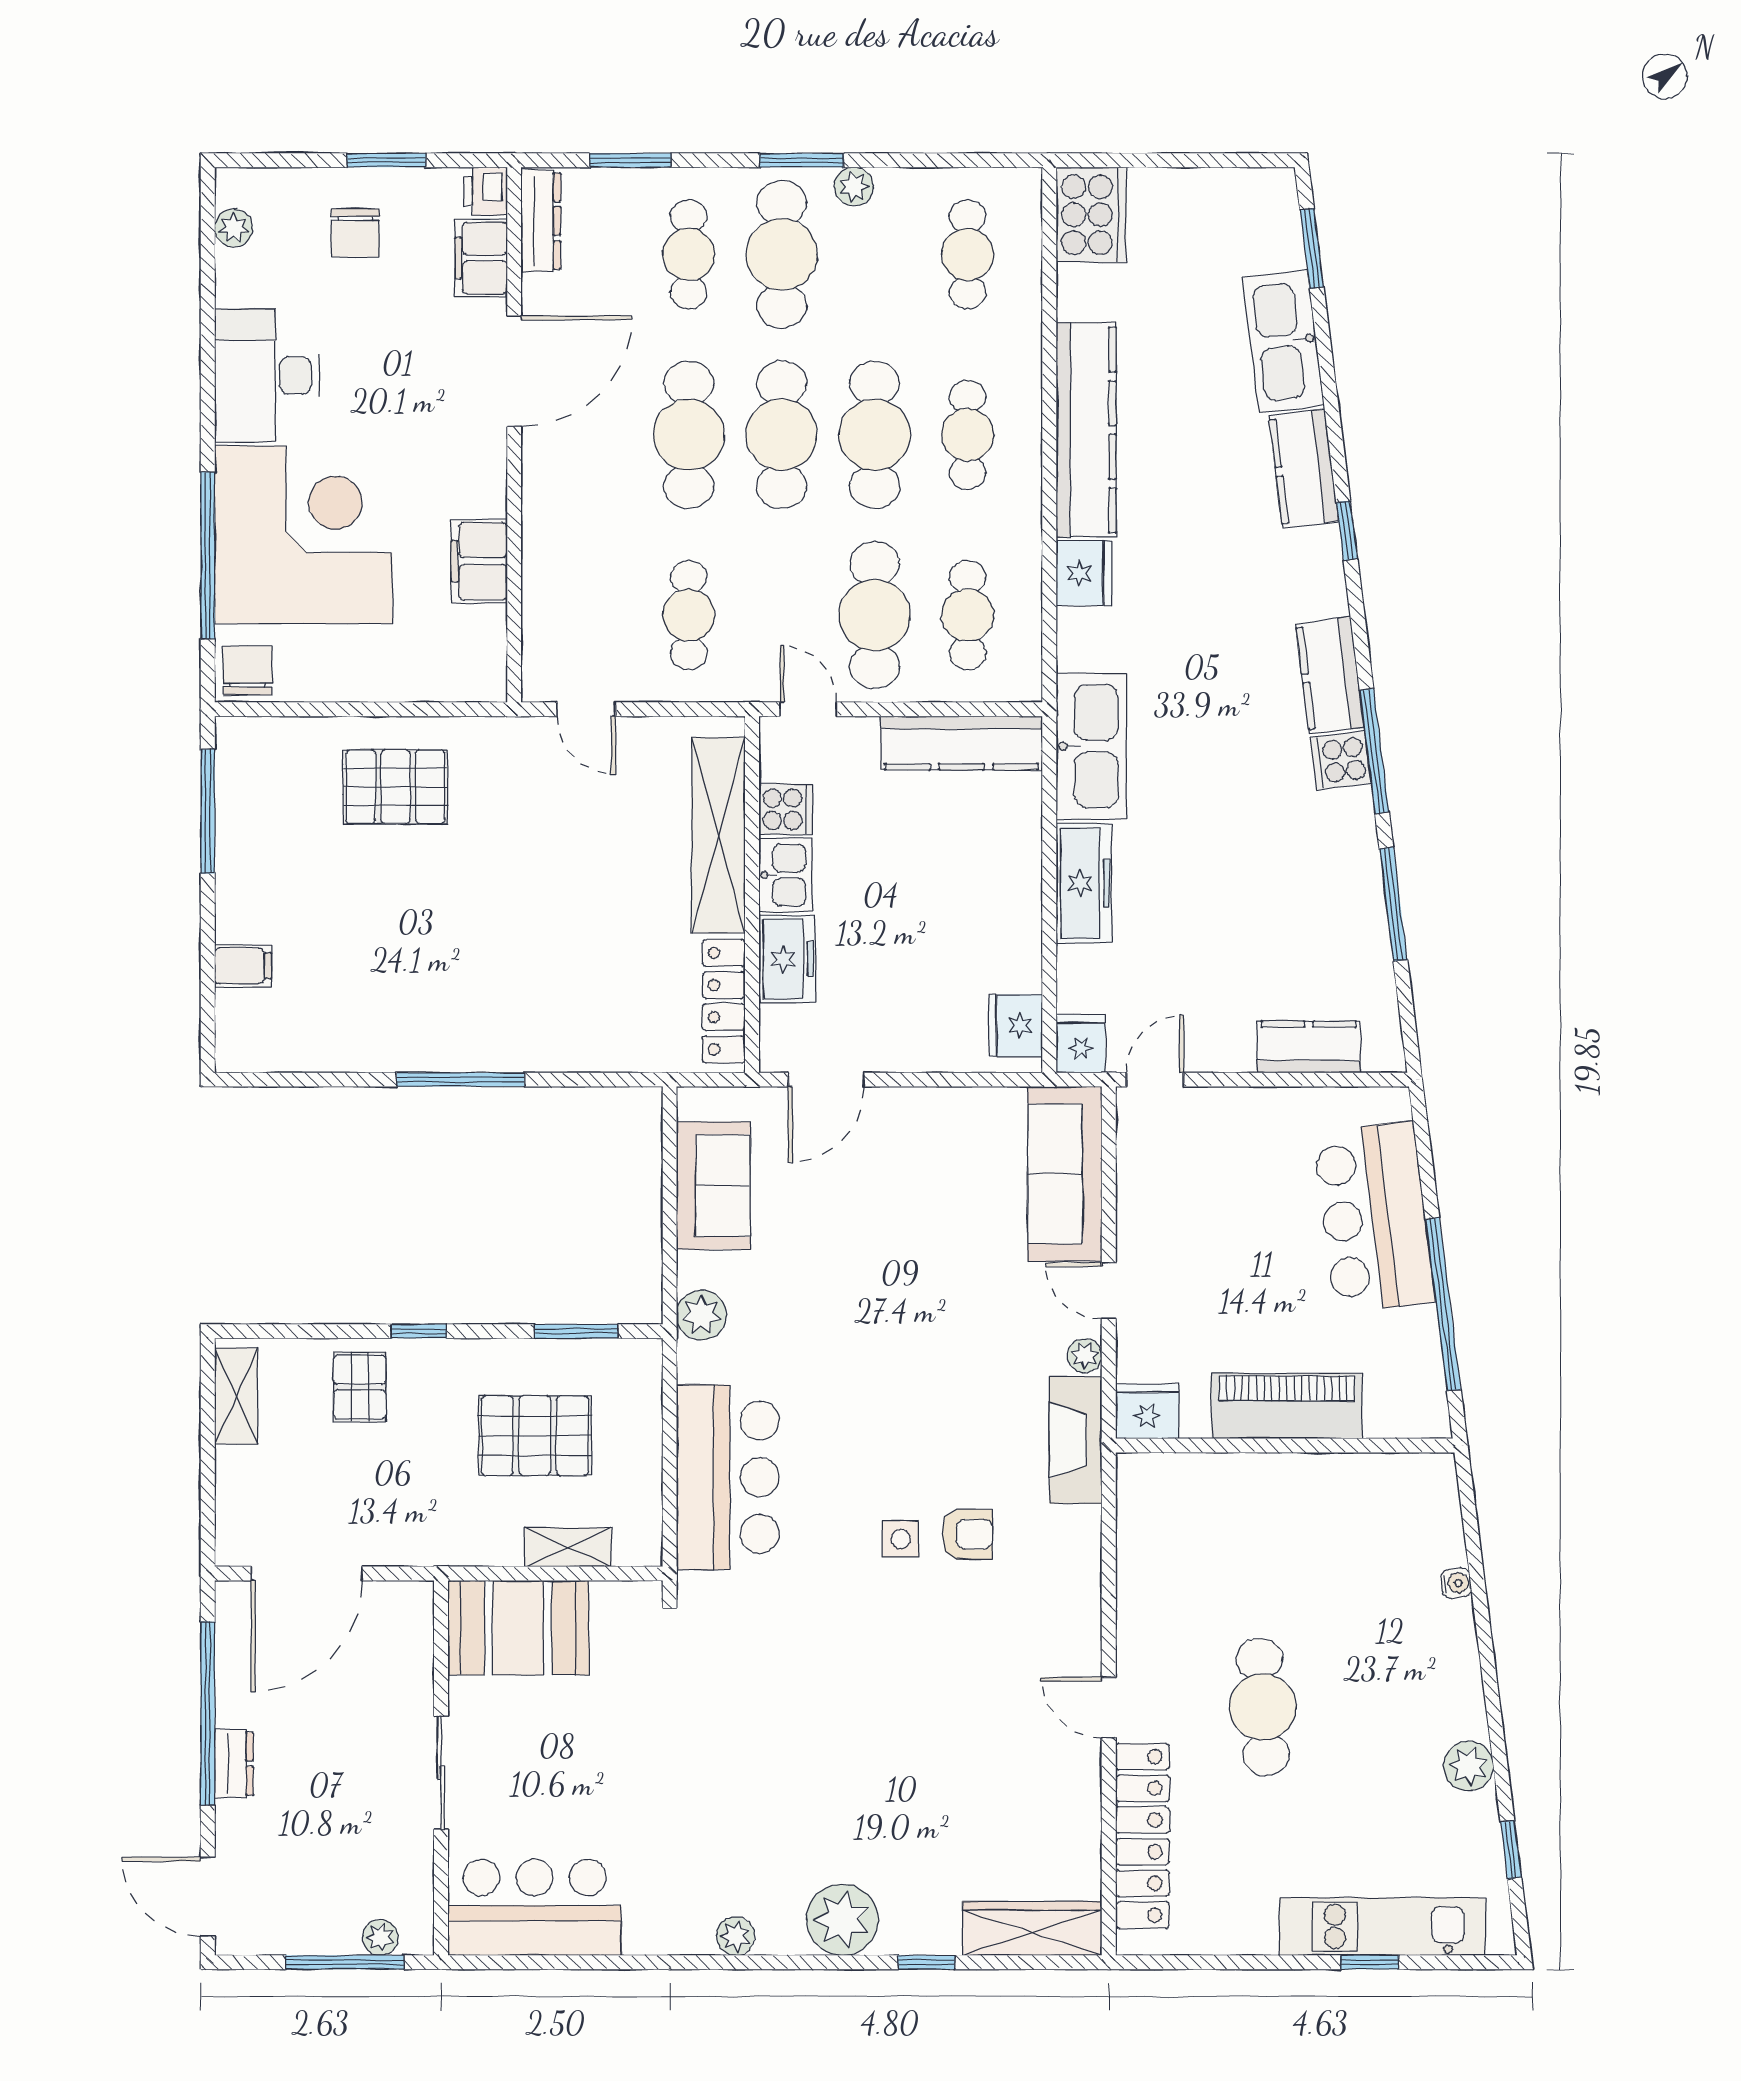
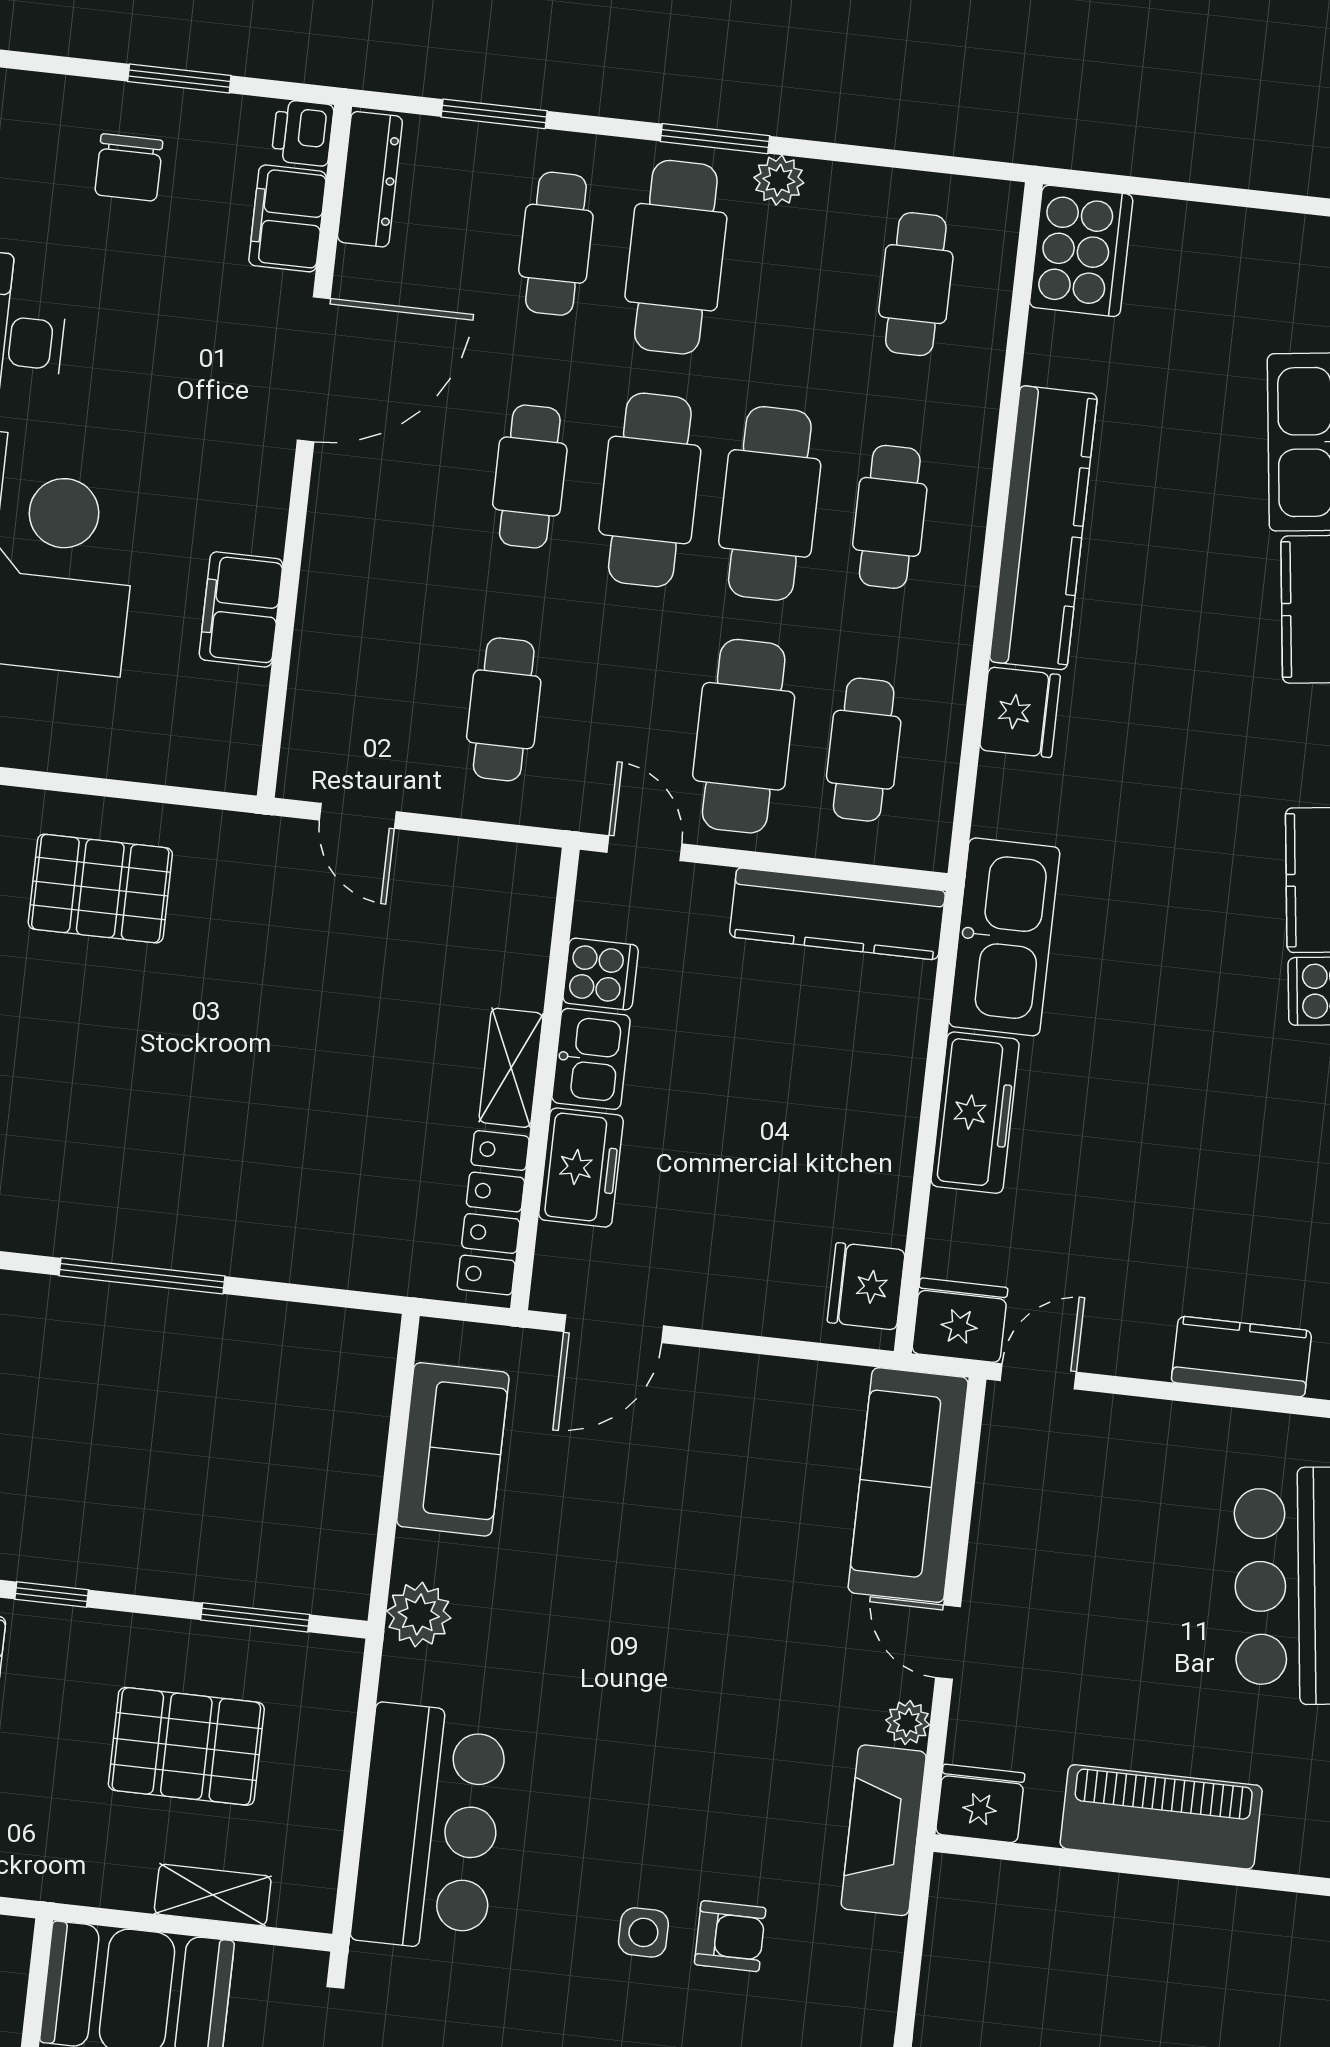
cafe table: (689, 435) -> (530, 477), width x0.73, depth x0.74
shelving: (718, 835) -> (511, 1068), width x0.45, depth x0.75
fridge: (1081, 1043) -> (960, 1320), width x1.38

